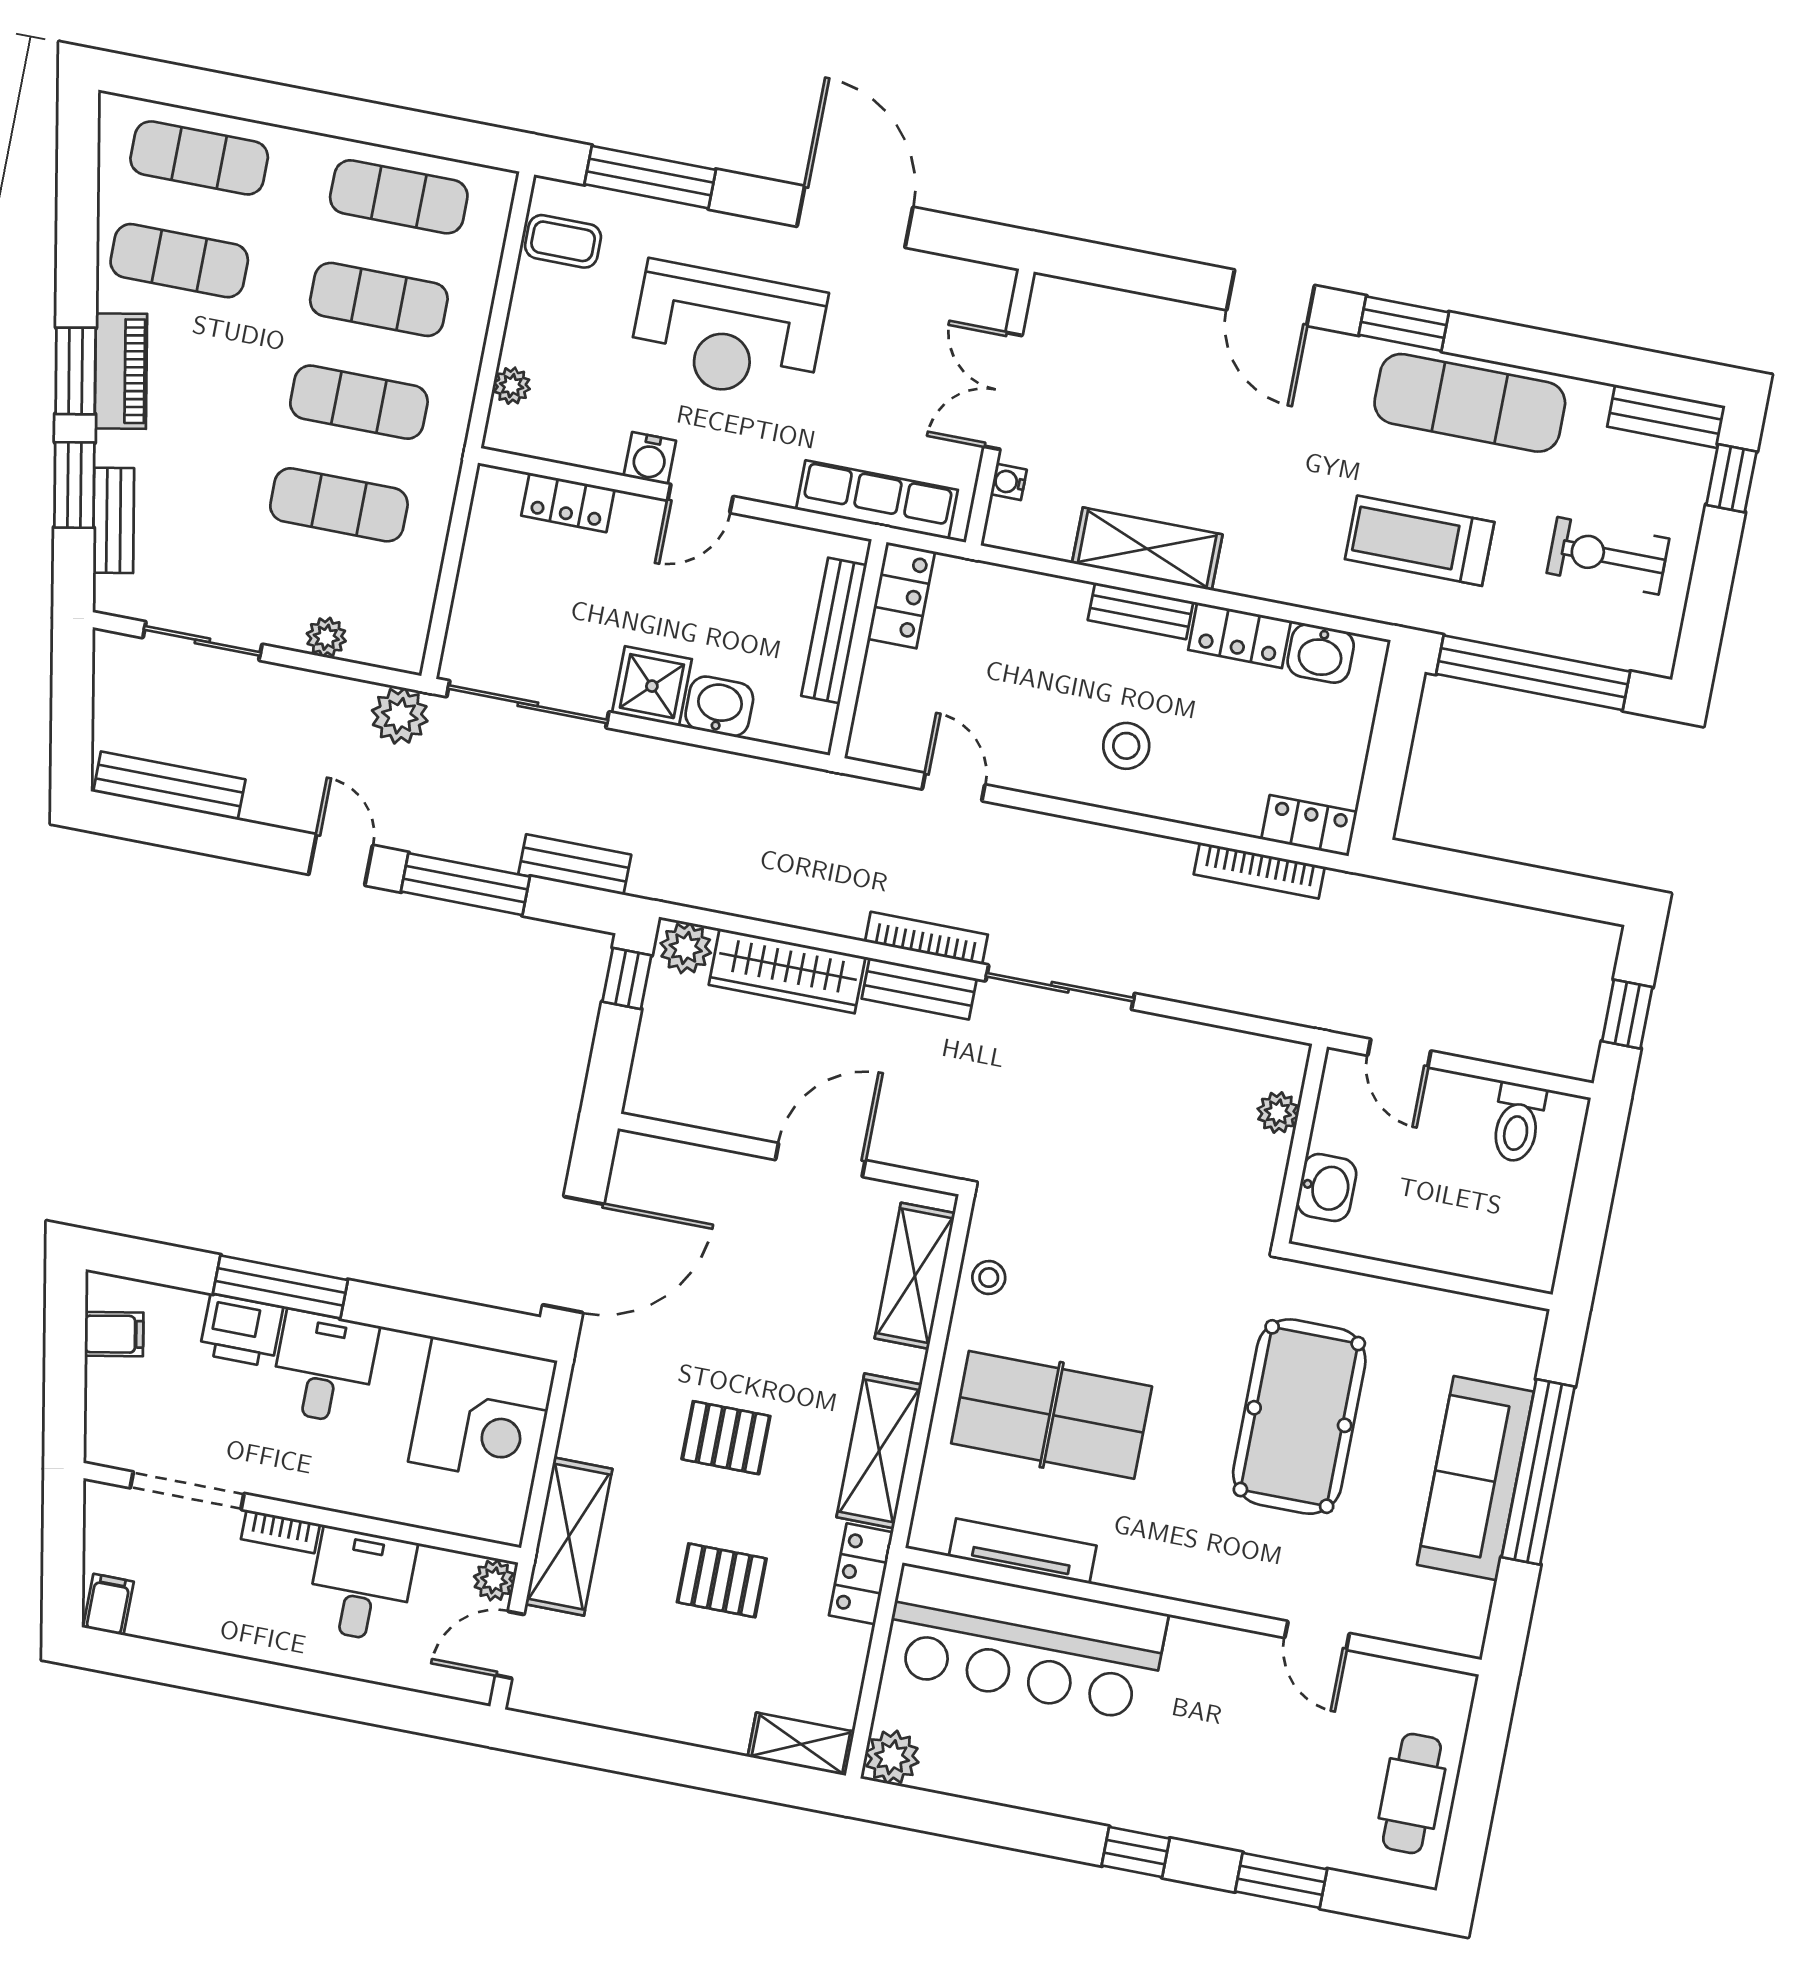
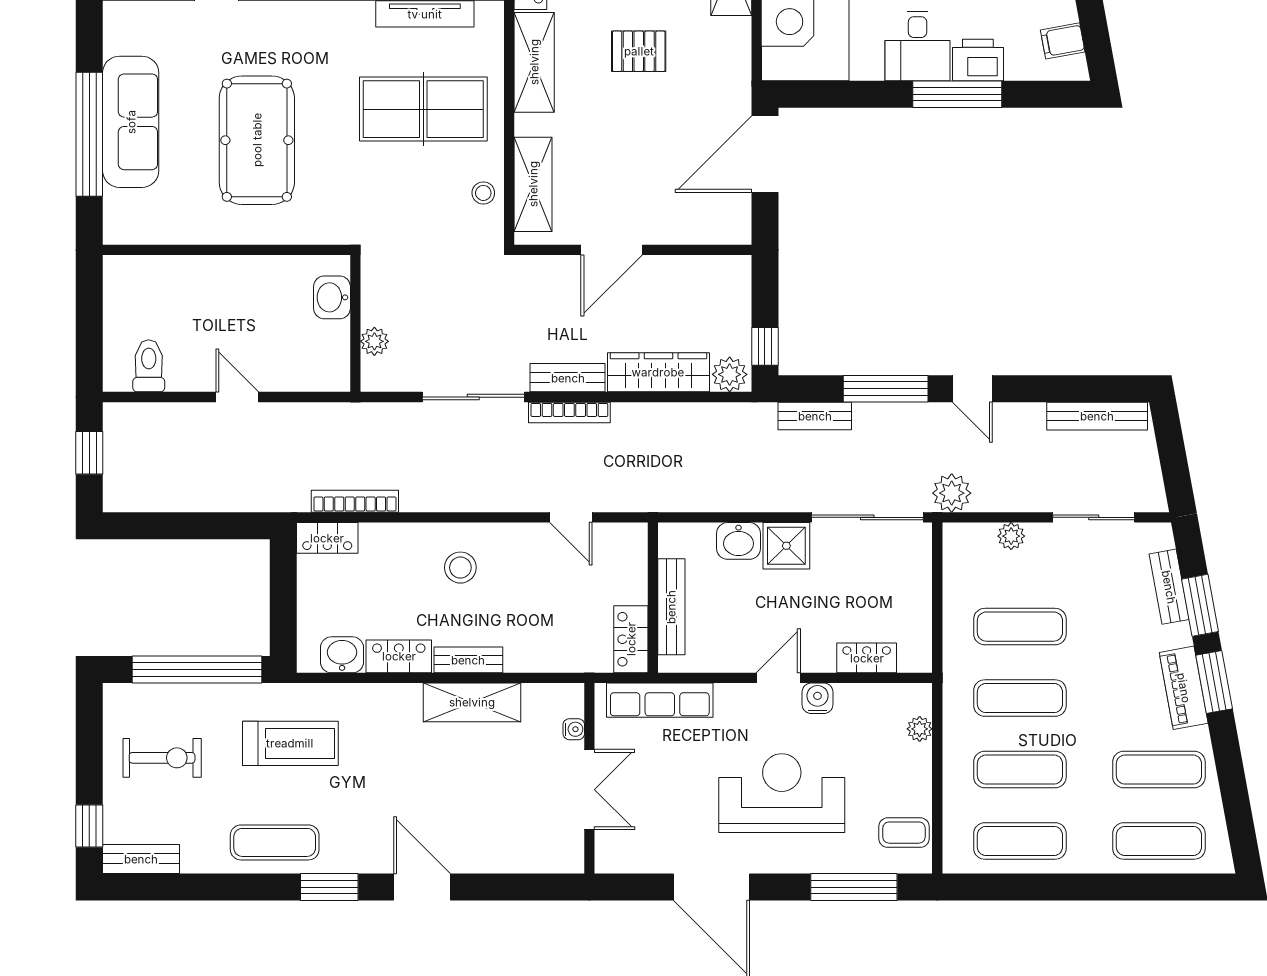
exercise mat: (1470, 403) -> (275, 842), width x0.73, depth x0.69
plant: (1278, 1112) -> (374, 341), moved
wall: (1300, 1144) -> (355, 323), moved
washbasin: (1327, 1188) -> (332, 297), moved

